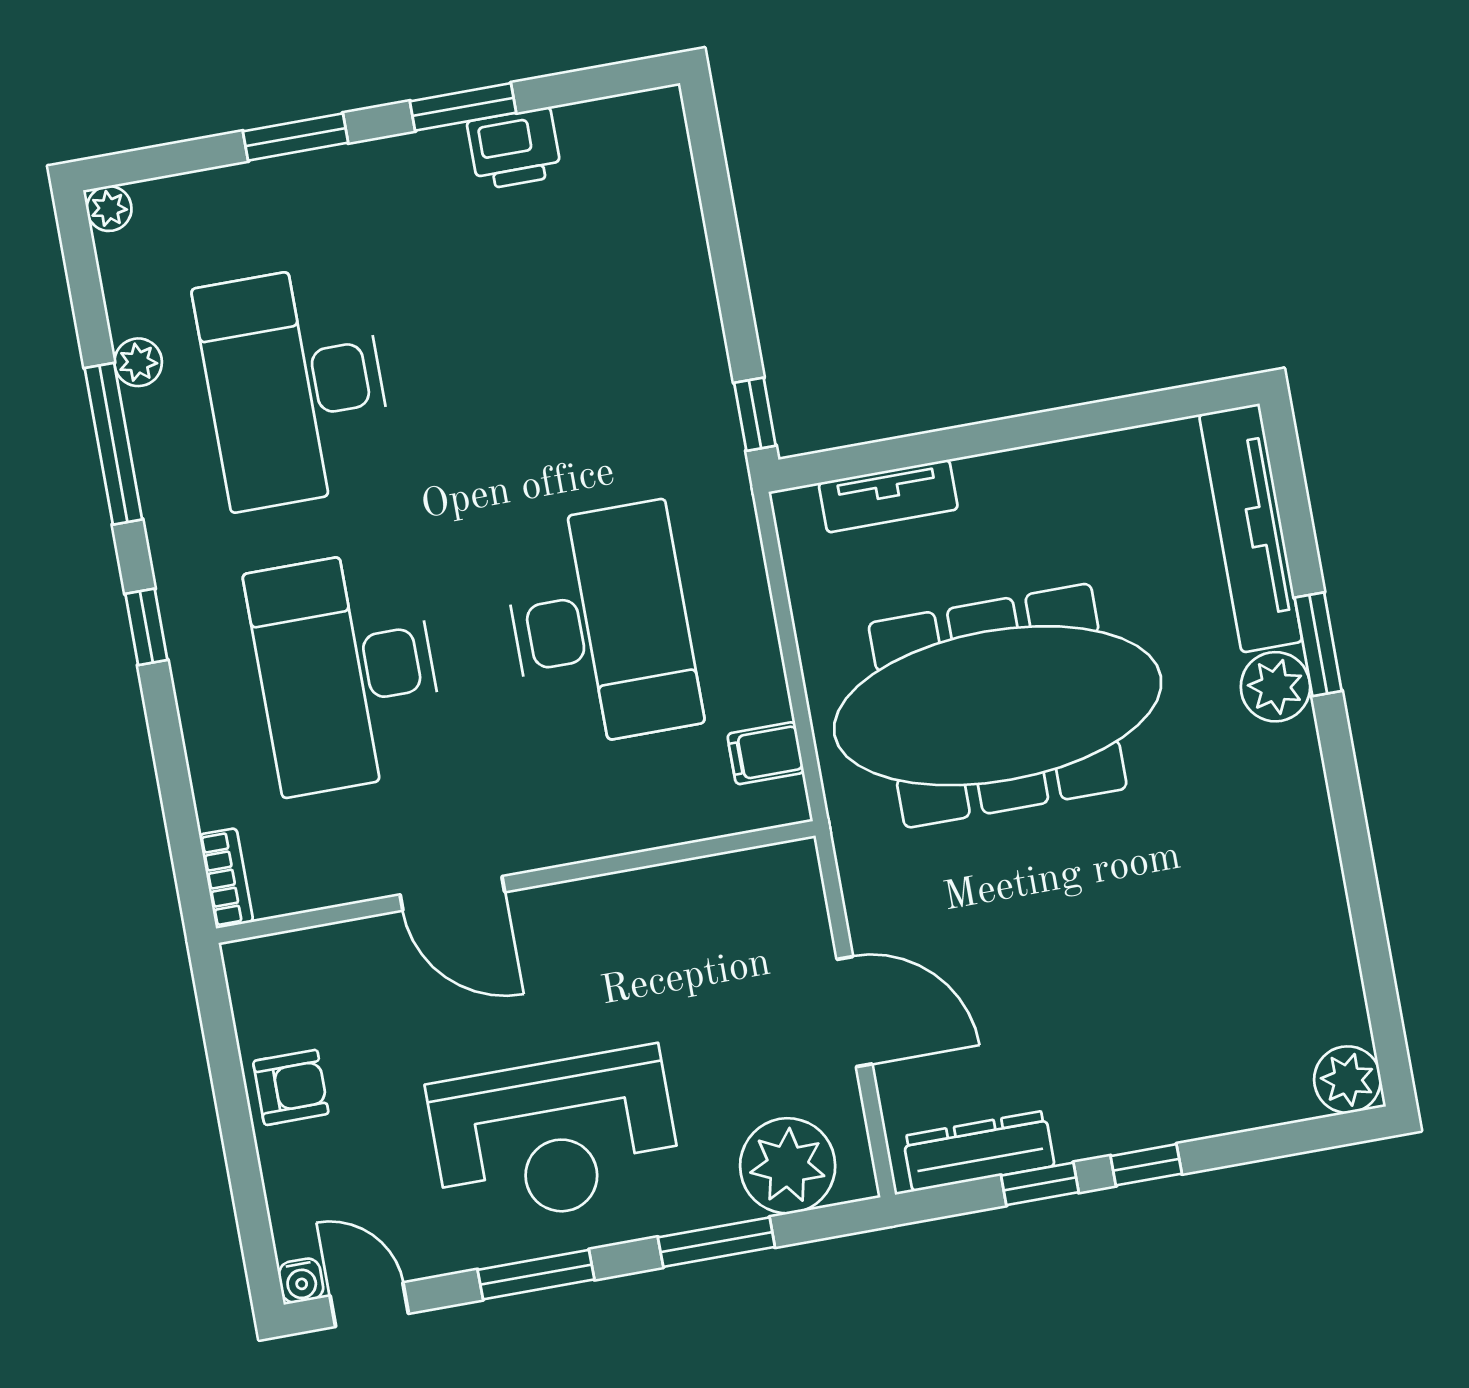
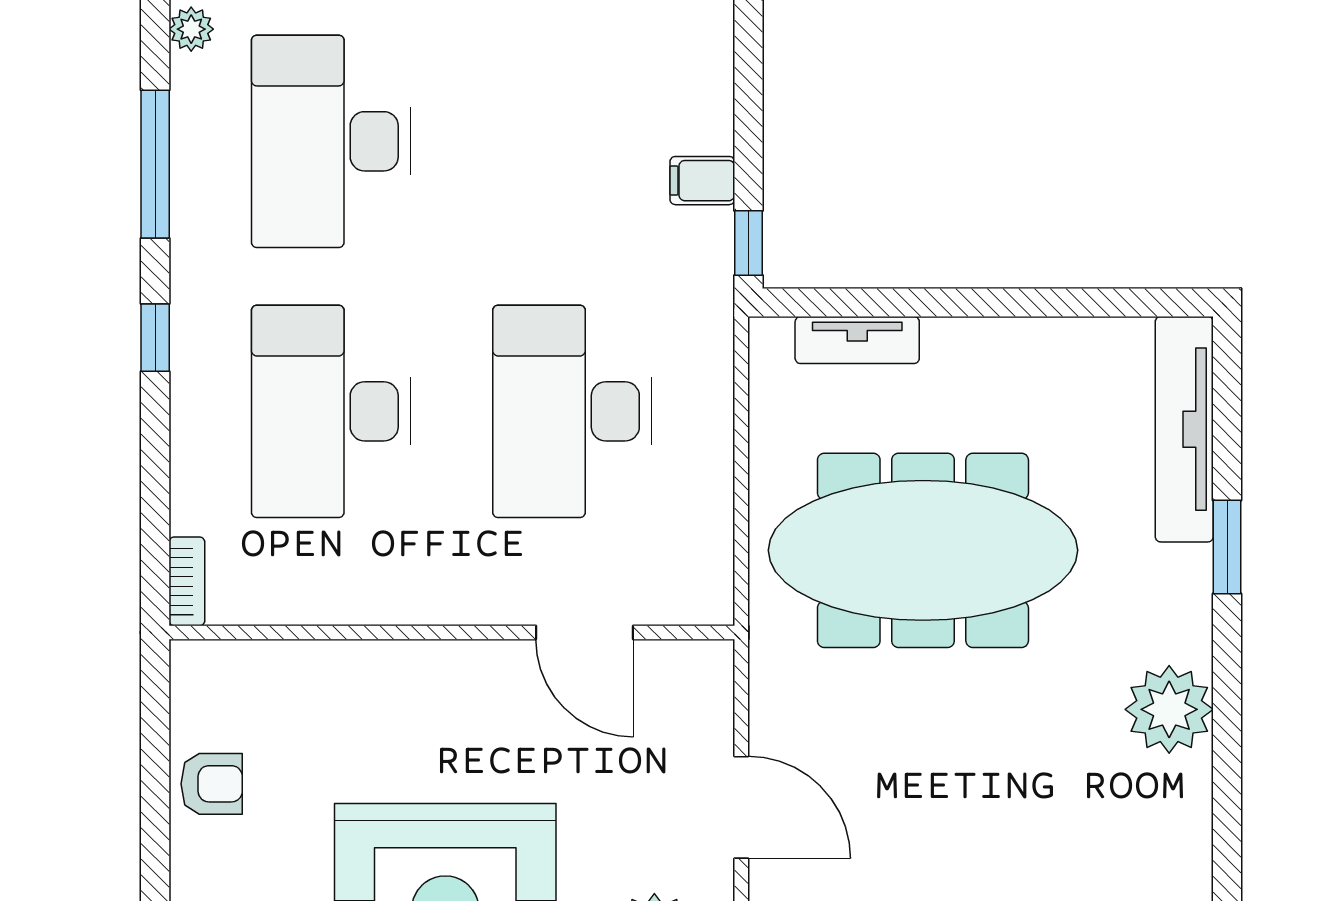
plant: (138, 362) -> (191, 29), moved
desk: (601, 626) -> (572, 411), turned 180
plant: (1275, 687) -> (1169, 709), moved, width x1.36, depth x1.36
filing cabinet: (766, 753) -> (702, 181), moved
door: (452, 893) -> (585, 633), moved

